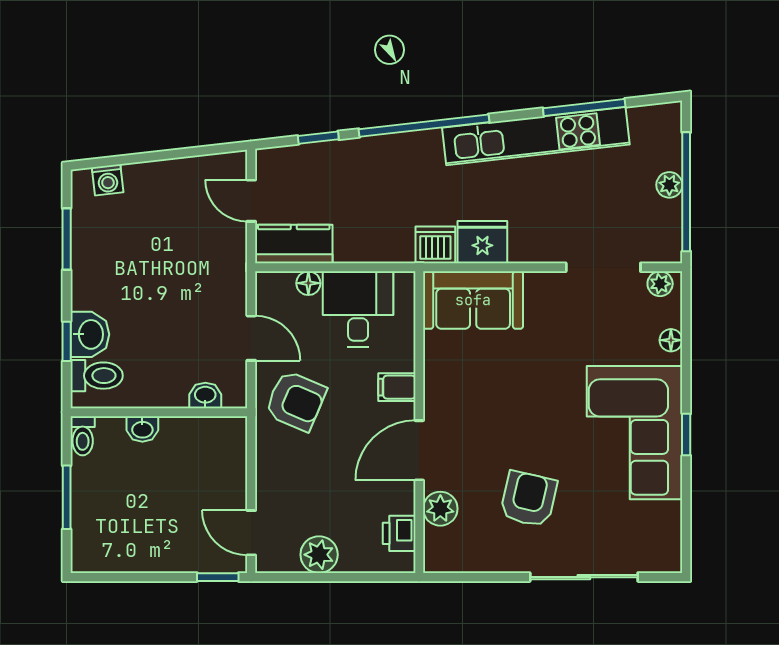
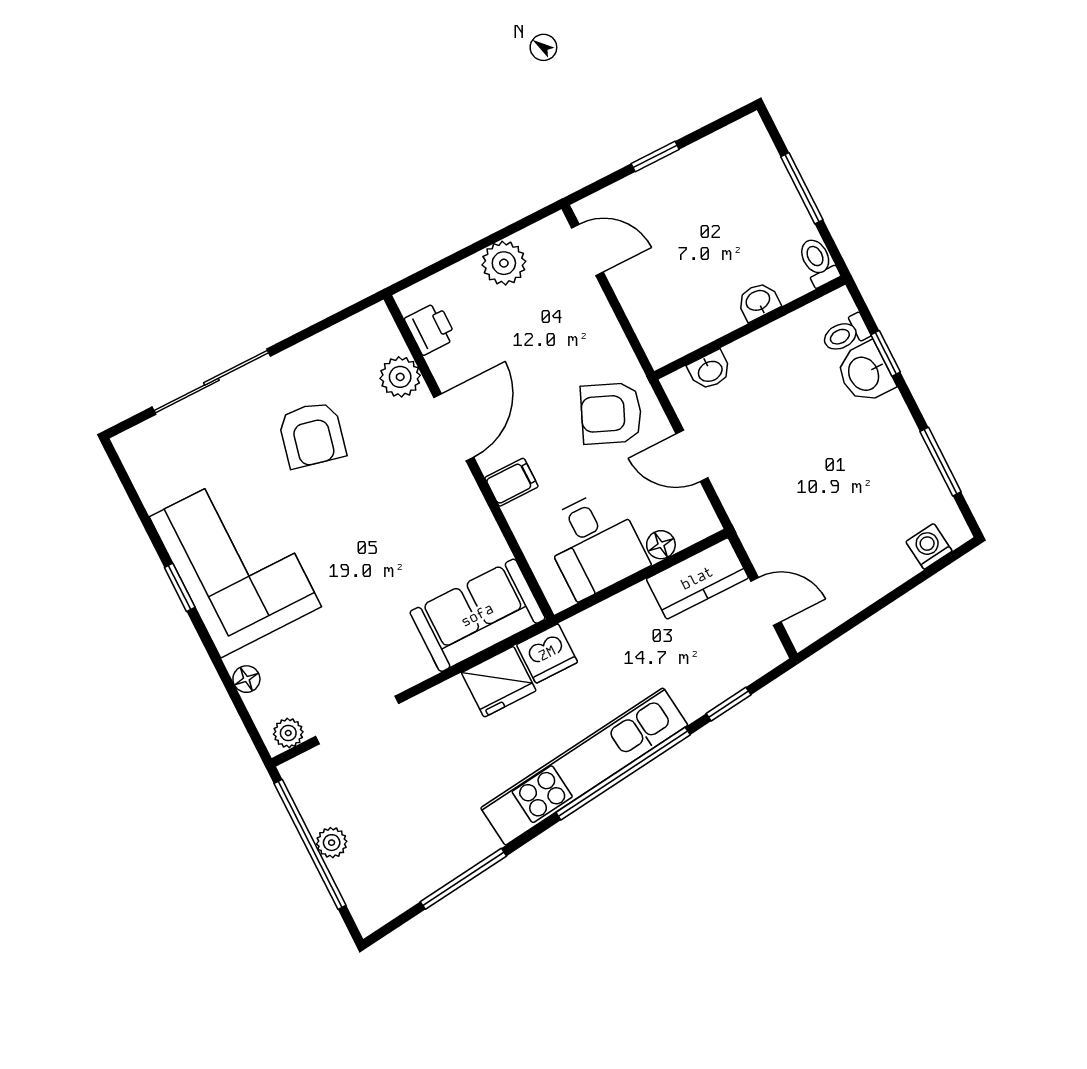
kitchen unit: (536, 136) -> (584, 767), moved
toilet: (97, 376) -> (845, 334), width x0.73, depth x0.72
window: (218, 577) -> (655, 156), moved

